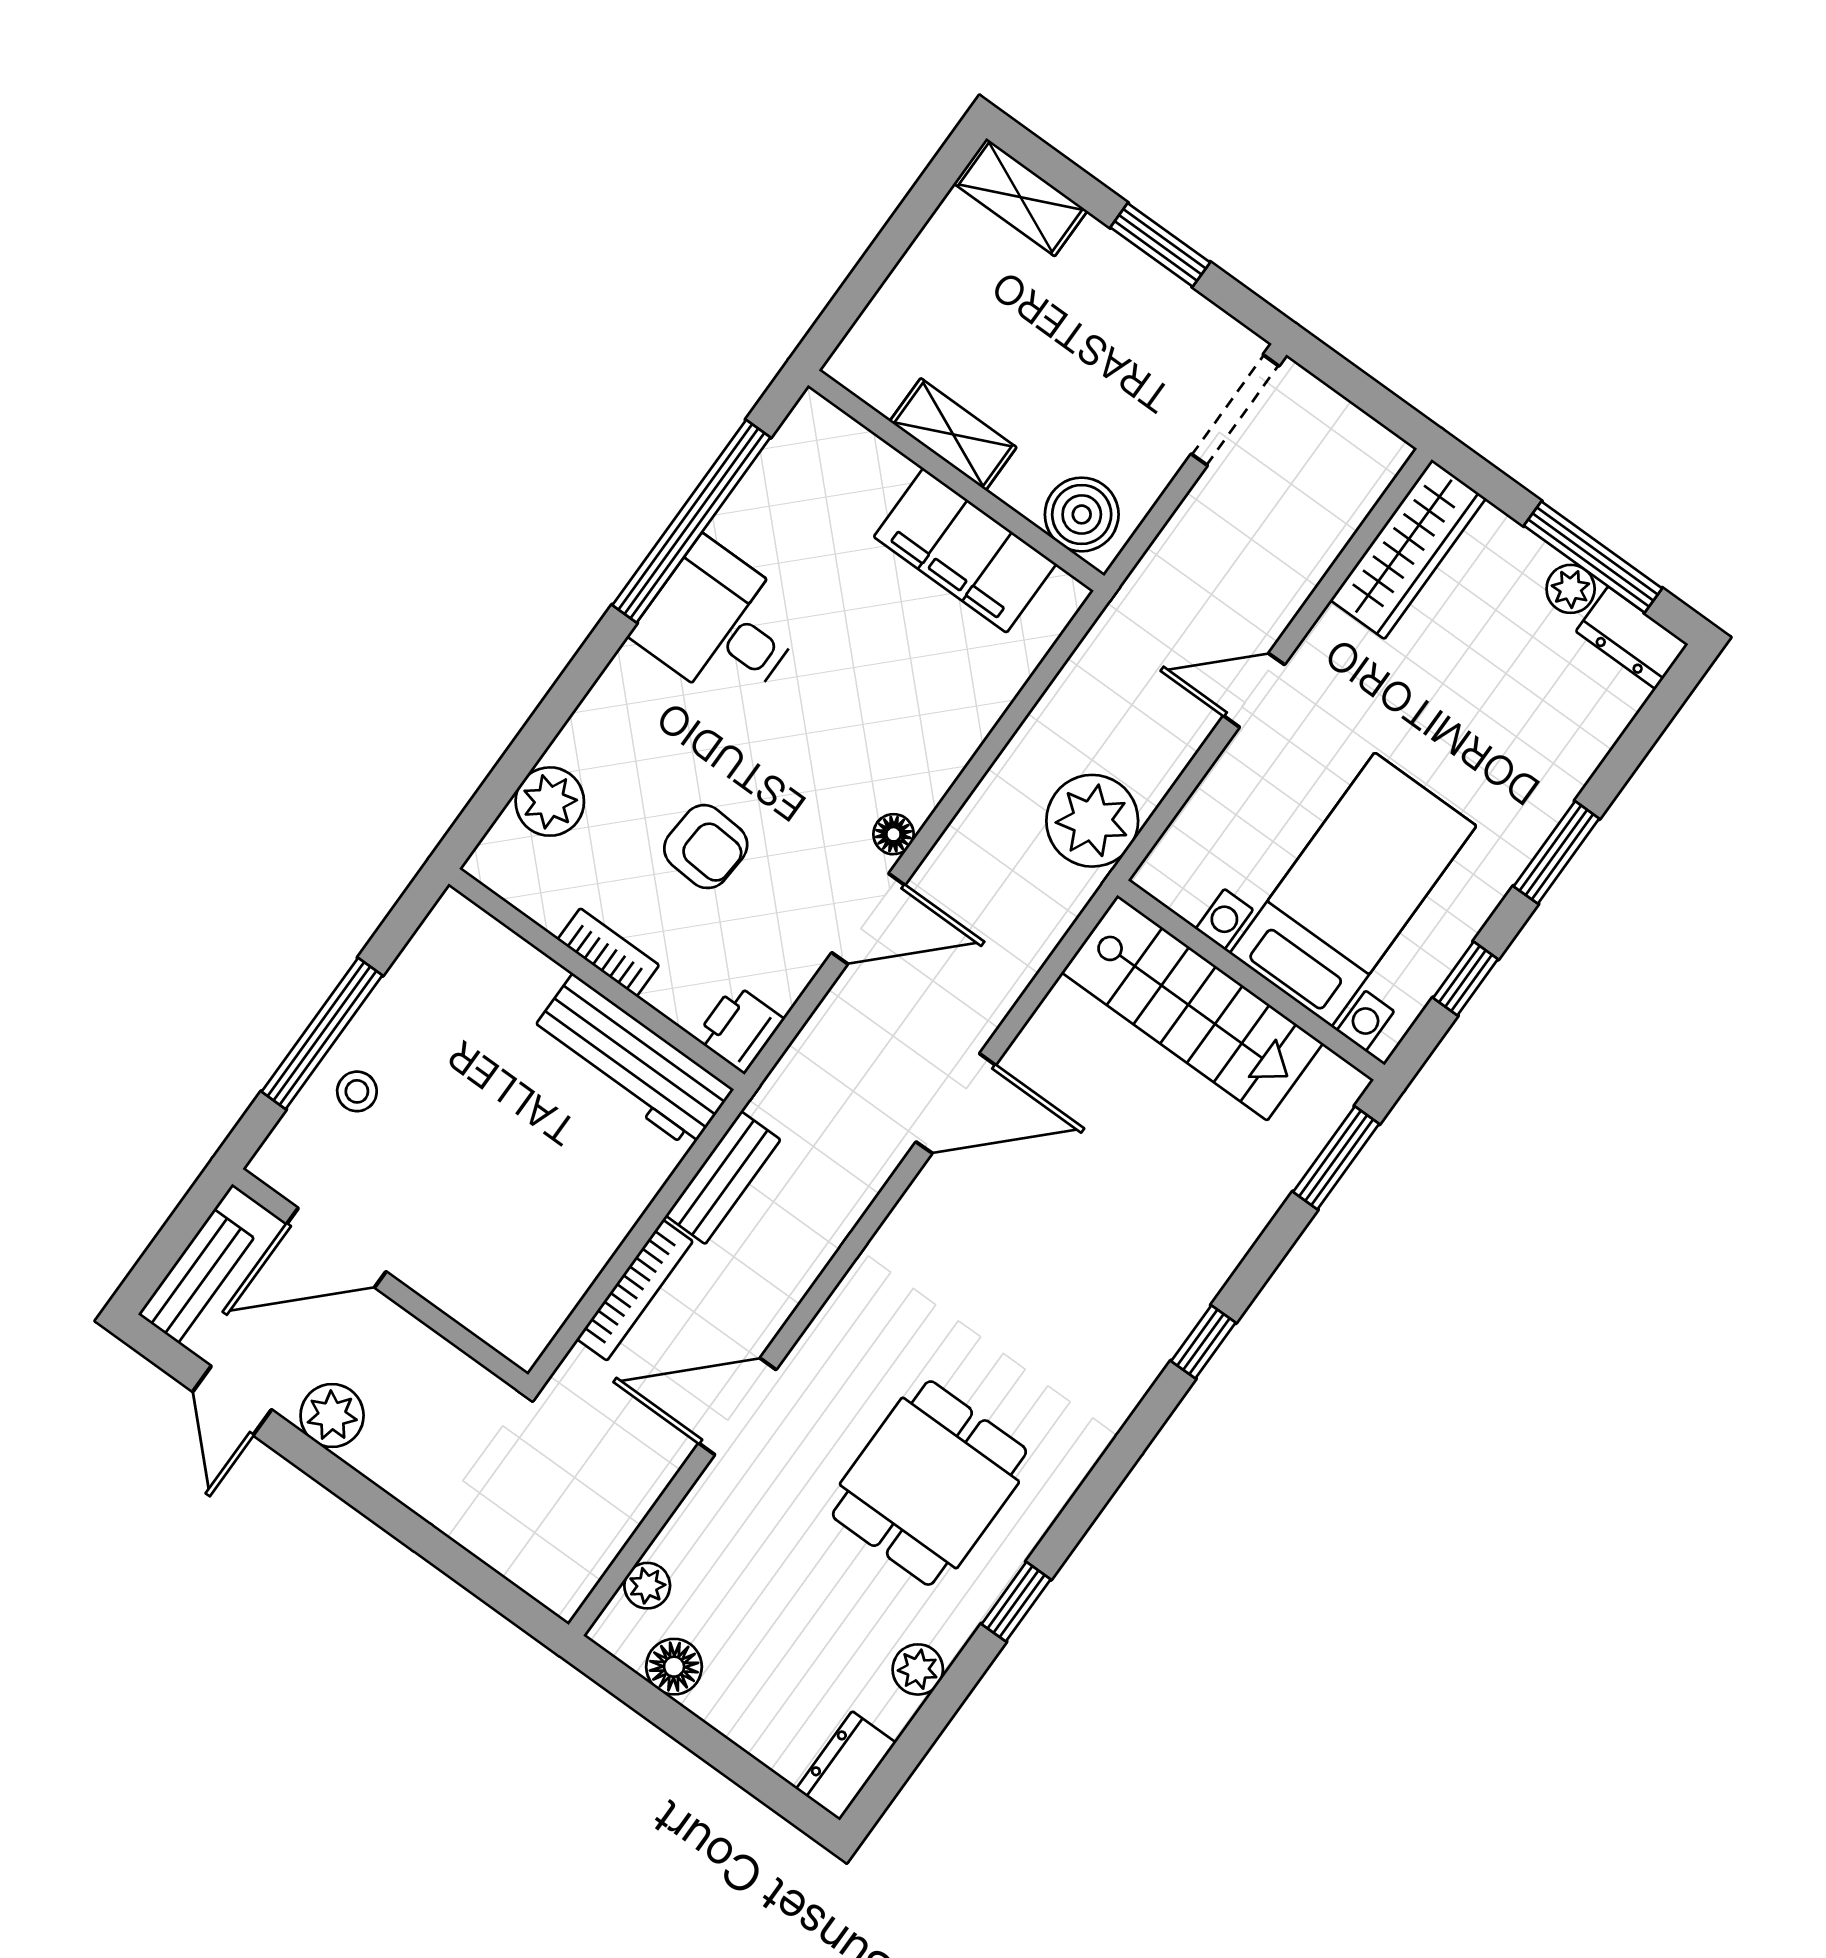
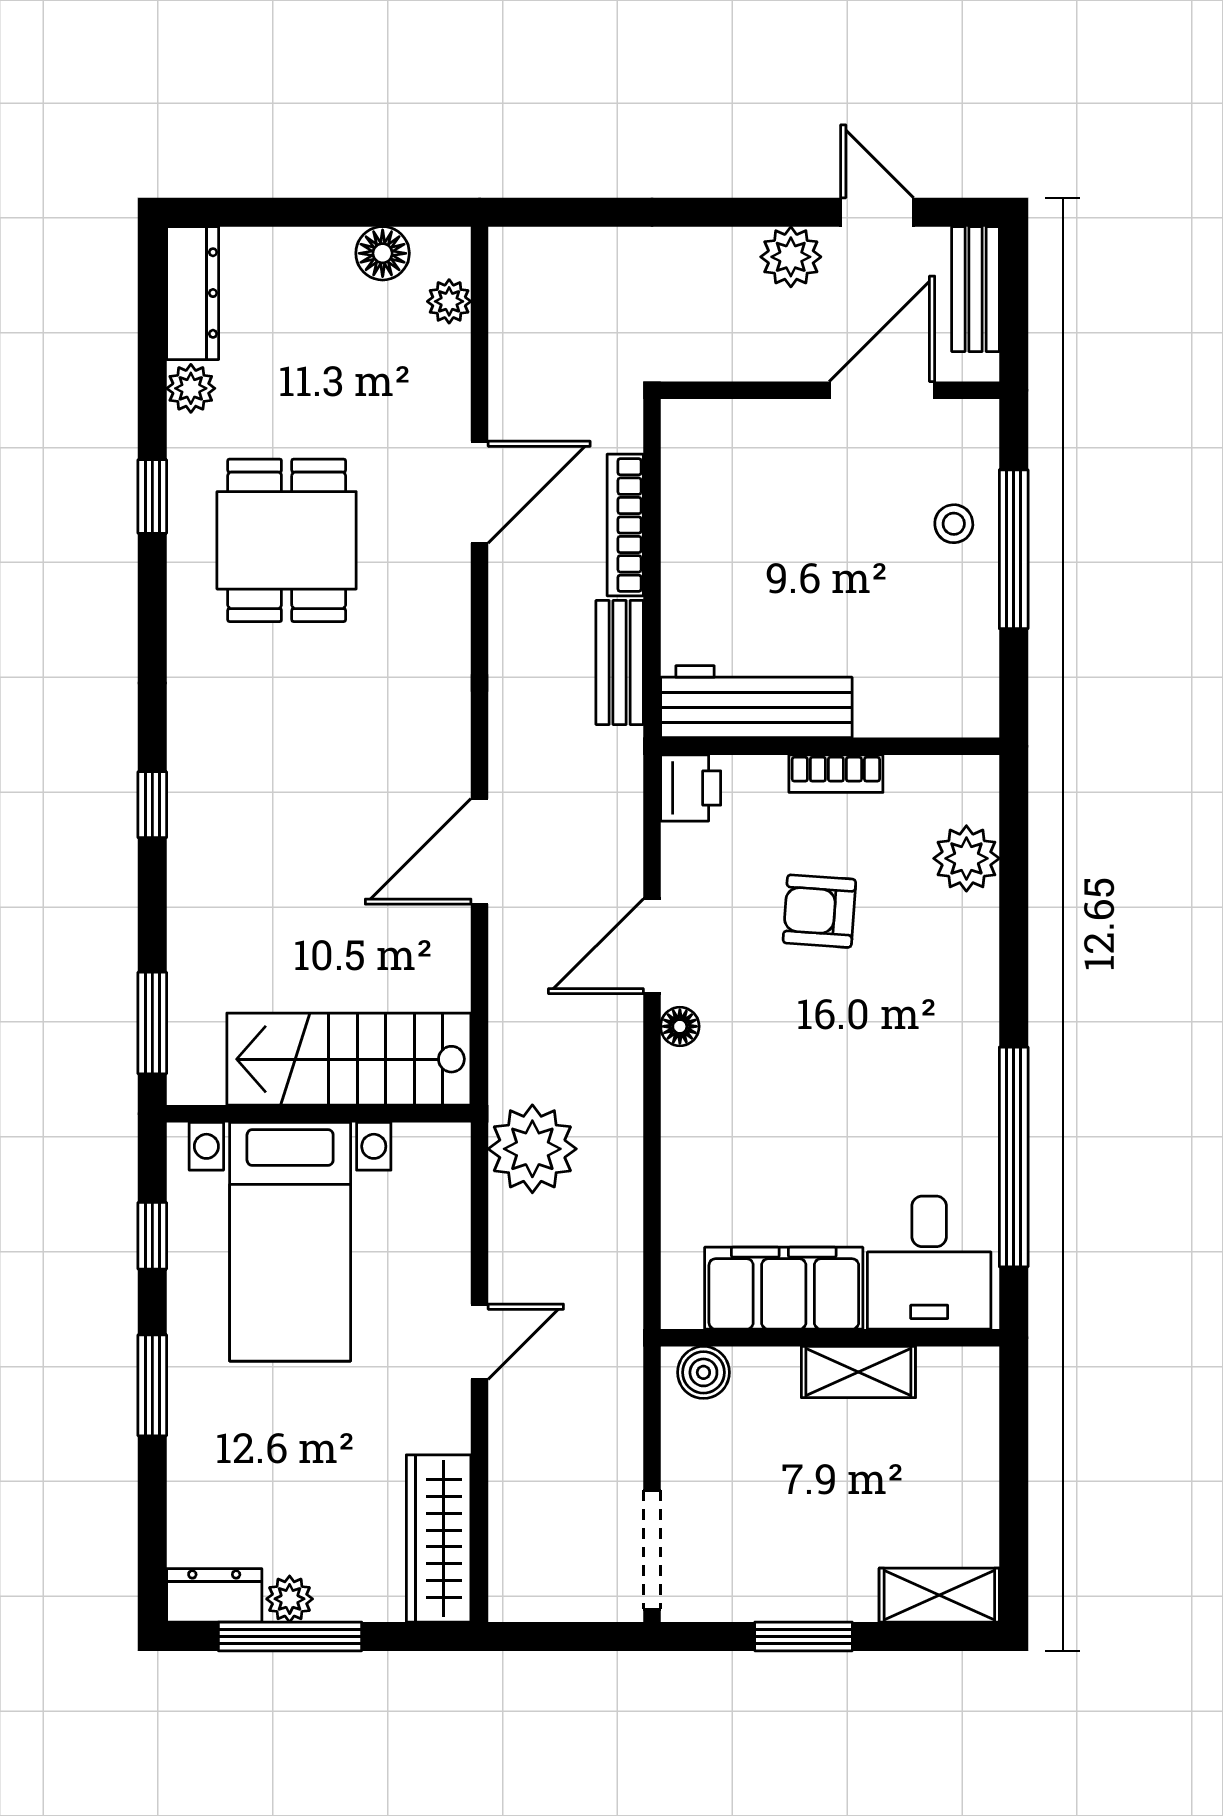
boiler: (1082, 514) -> (703, 1372), width x0.73, depth x0.73
desk: (720, 625) -> (929, 1263), moved, turned 90
dresser: (846, 1766) -> (193, 293), width x1.44

